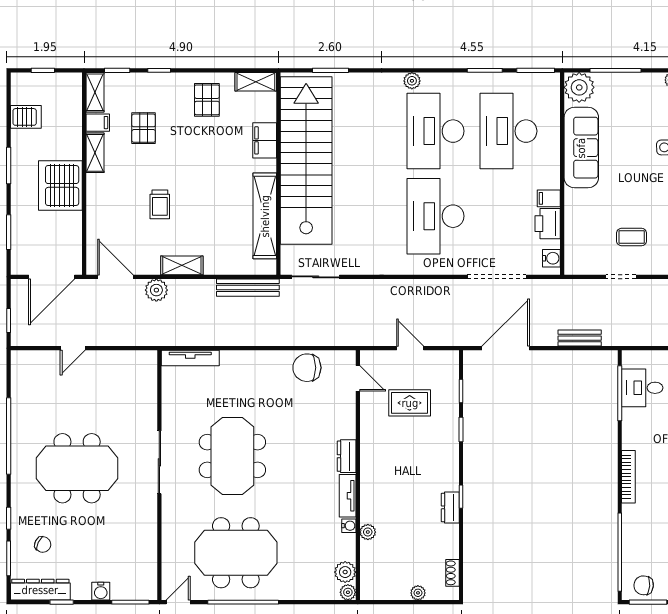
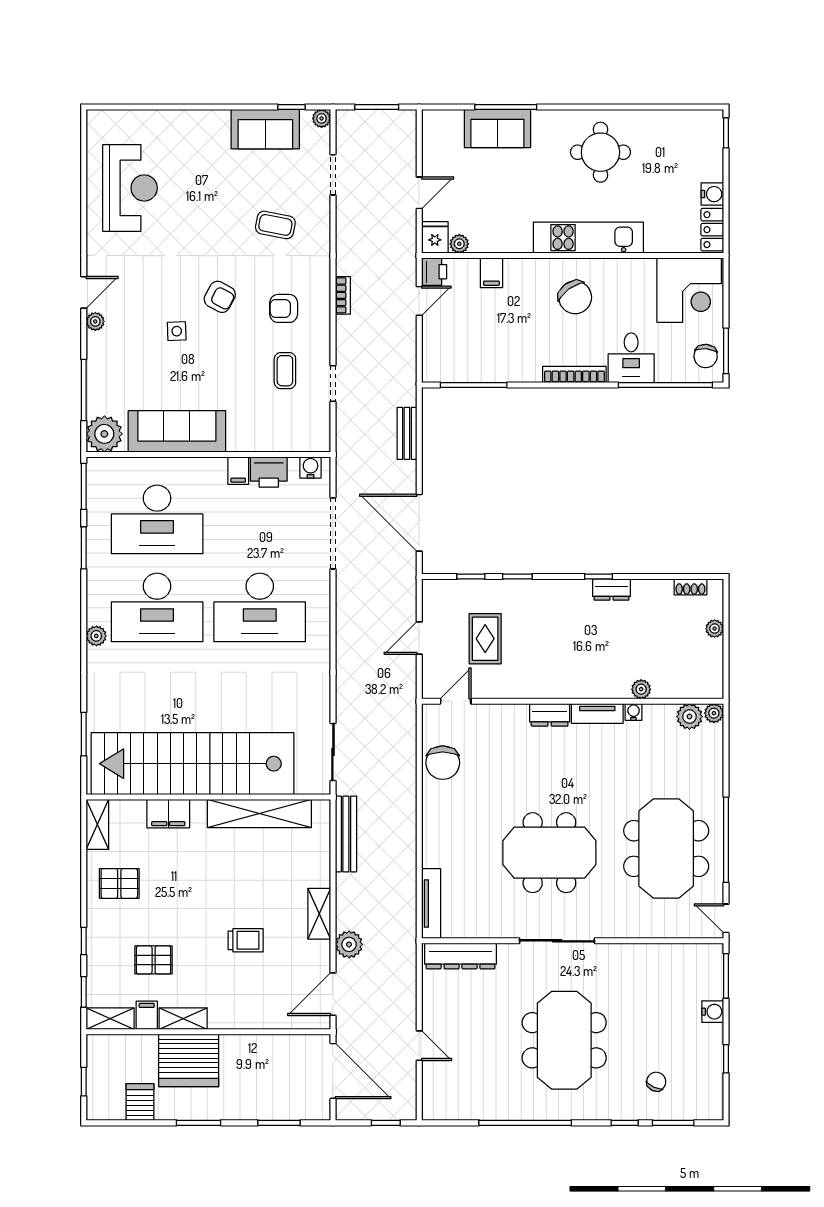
server rack: (60, 185) -> (189, 1060), moved
desk: (642, 388) -> (631, 358), moved
dresser: (40, 590) -> (461, 956), moved, turned -90

